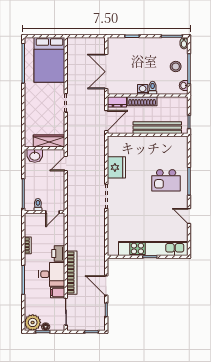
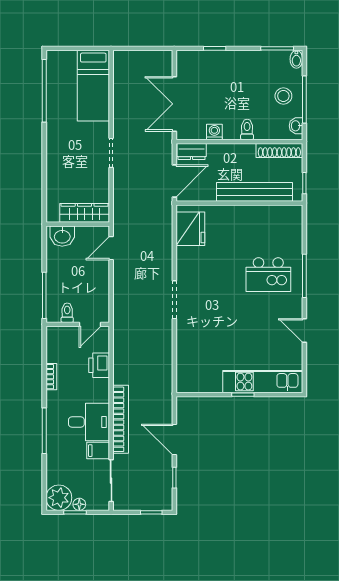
bed: (49, 60) -> (93, 86), width x0.67
washing machine: (143, 89) -> (214, 132), moved
shoe rack: (142, 101) -> (279, 150), moved
fridge: (116, 167) -> (190, 229), moved
kitchen unit: (153, 248) -> (263, 382), width x0.73
printer: (58, 254) -> (99, 365), moved

